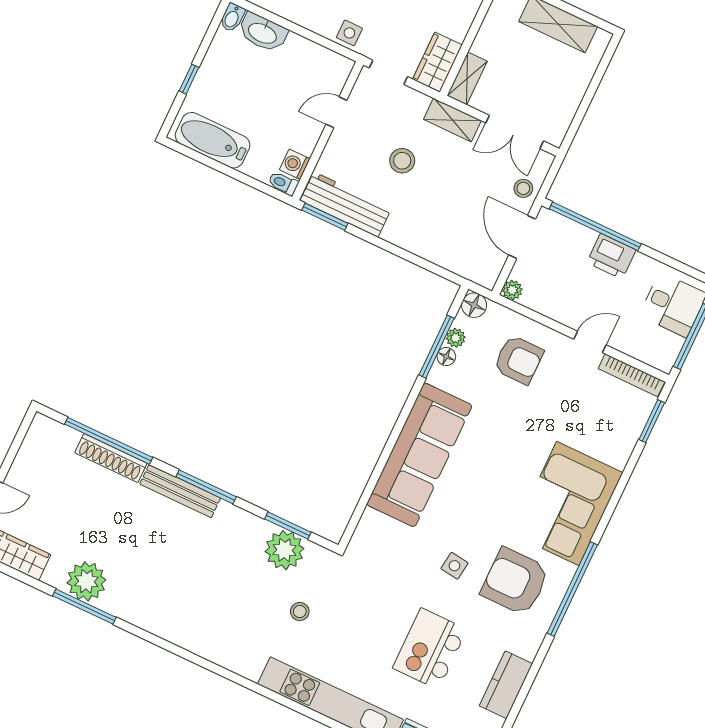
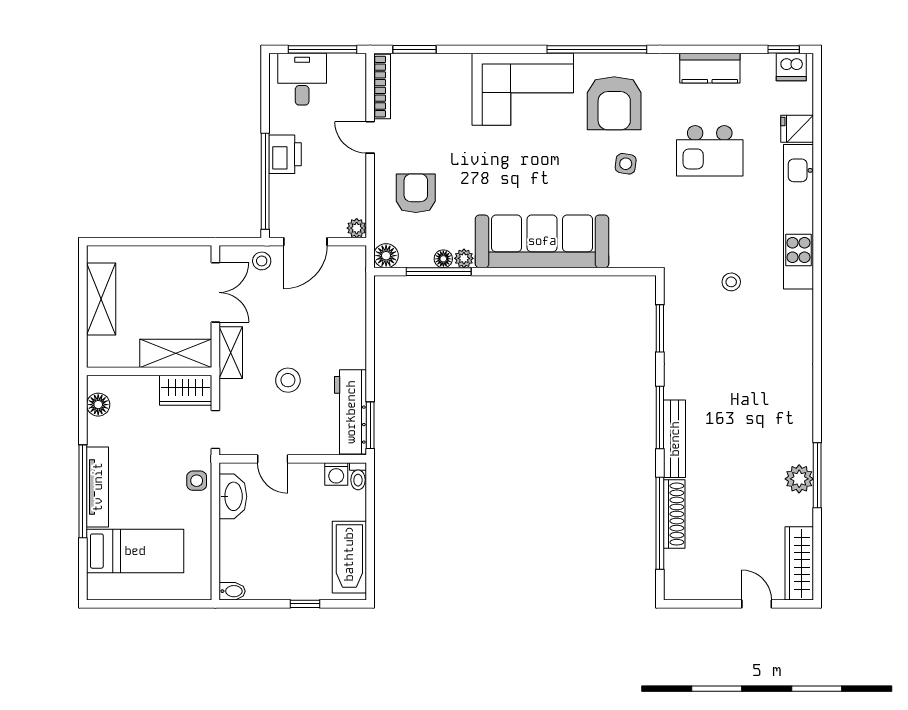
washbasin: (263, 33) -> (233, 496), moved
shelving: (467, 78) -> (176, 353), width x1.50, depth x1.33
plant: (456, 338) -> (464, 258), moved
plant: (284, 550) -> (683, 321), removed
plant: (86, 581) -> (799, 479), width x0.73, depth x0.73

